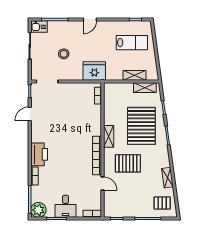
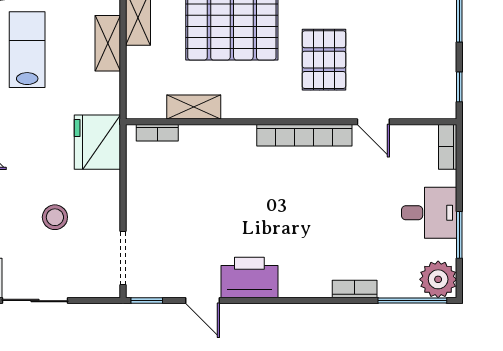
shelving: (109, 136) -> (194, 107), moved
printer: (39, 154) -> (249, 278), moved
door: (103, 184) -> (373, 122), swing flipped

